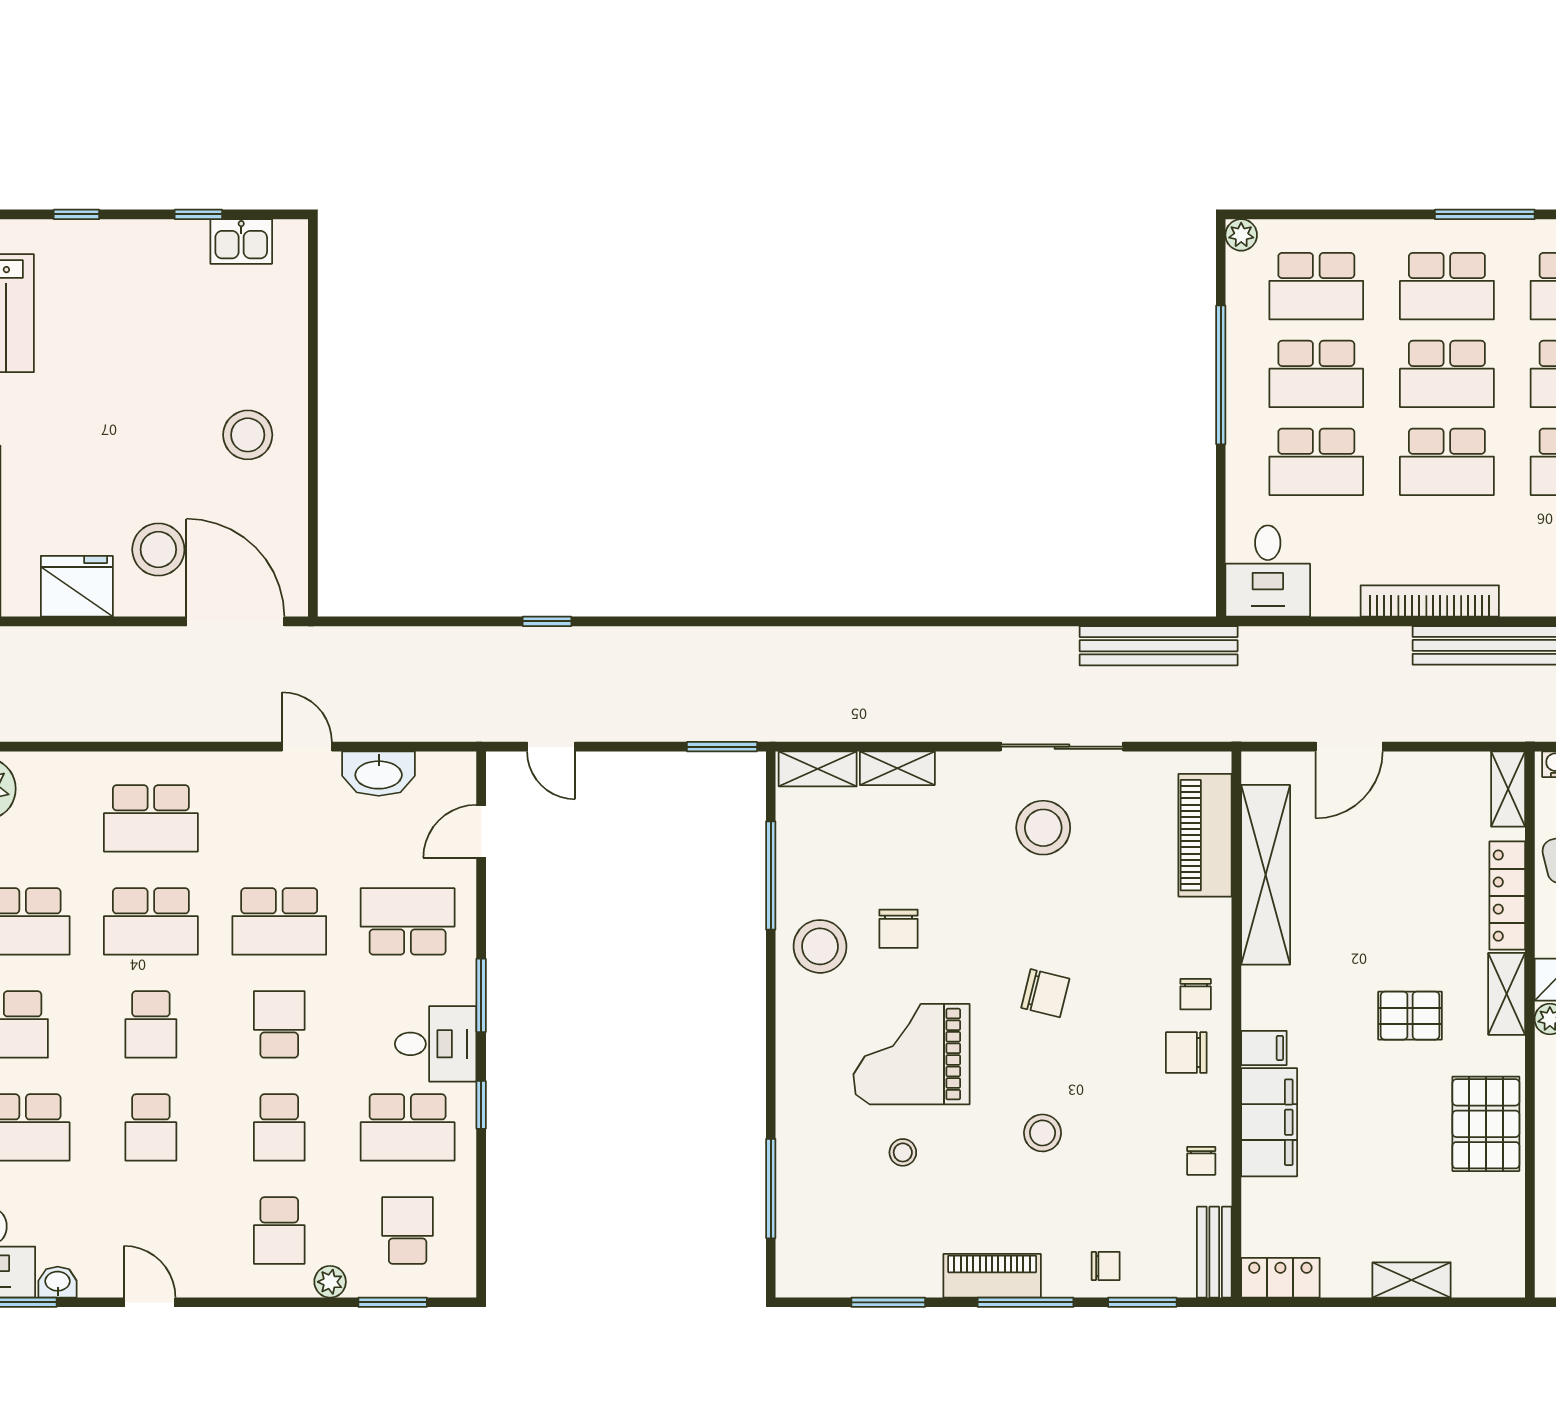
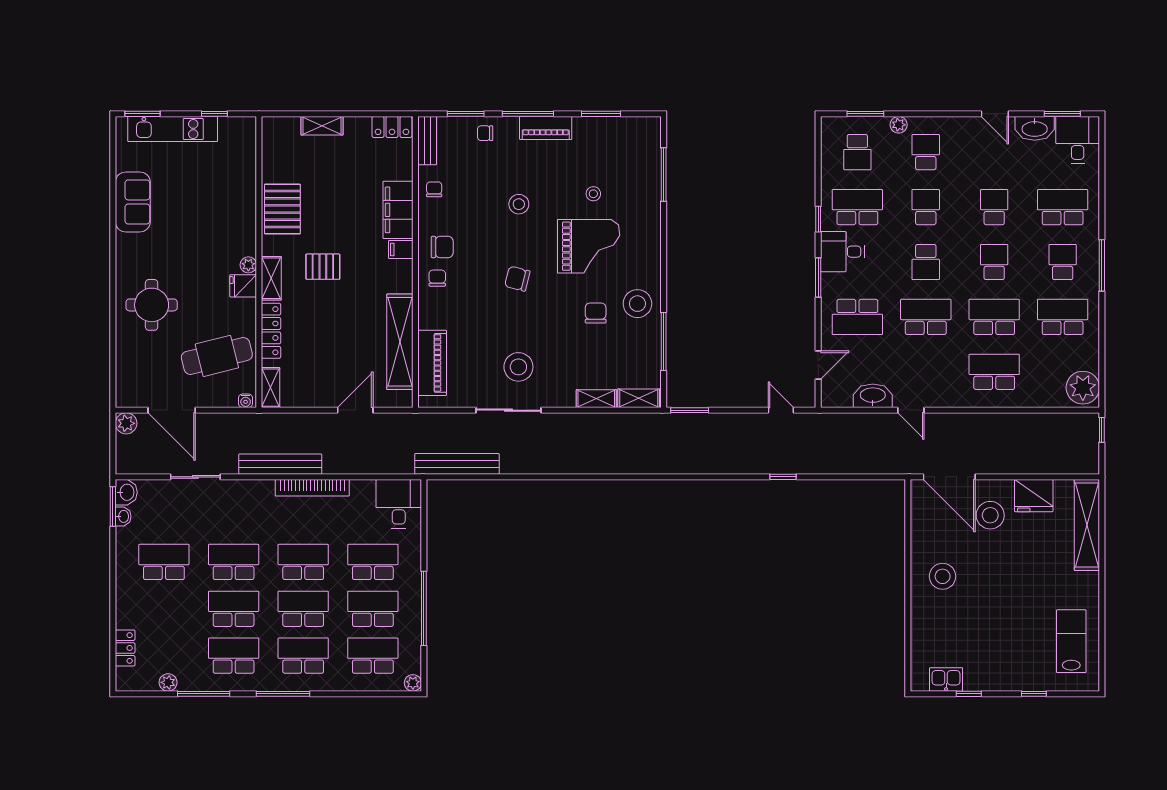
washbasin: (58, 1282) -> (1035, 128), width x1.91, depth x1.45

